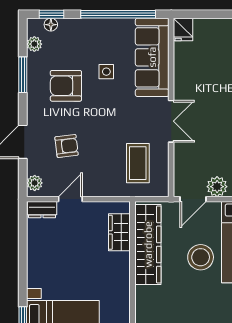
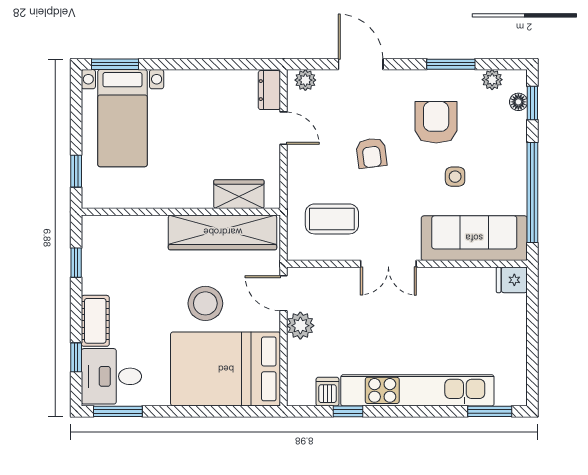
armchair: (67, 146) -> (371, 153), moved

